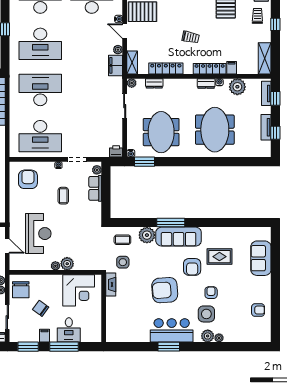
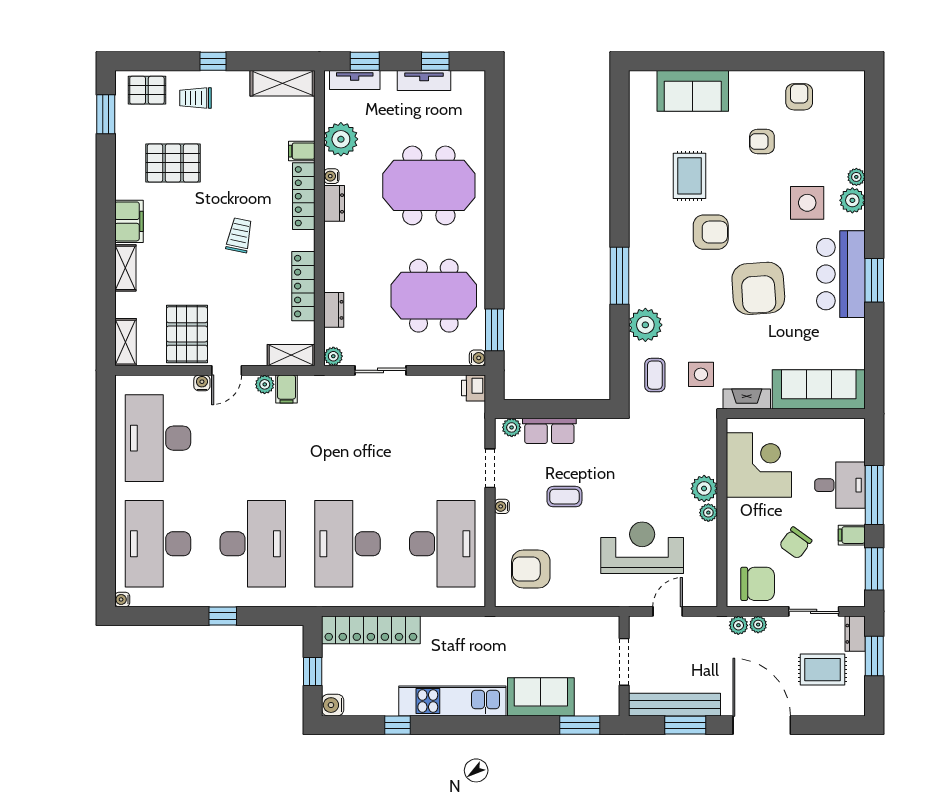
filing cabinet: (116, 65) -> (287, 389), width x0.50
sofa: (179, 237) -> (819, 389), moved, turned -90
armchair: (211, 293) -> (762, 142), moved

